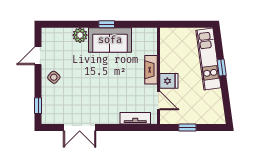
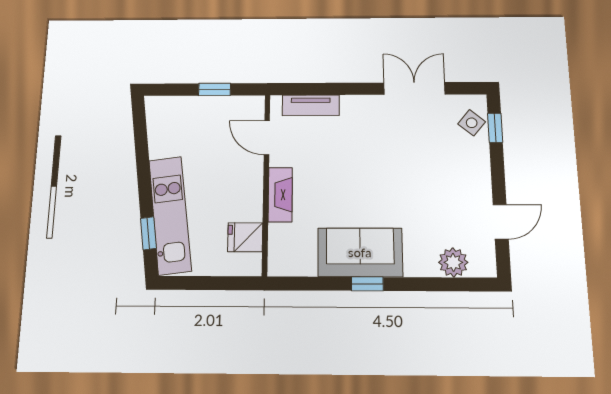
plant: (80, 35) -> (453, 262), moved
window: (222, 68) -> (148, 233), moved
side table: (54, 77) -> (472, 123), moved
fridge: (169, 81) -> (245, 237), moved

